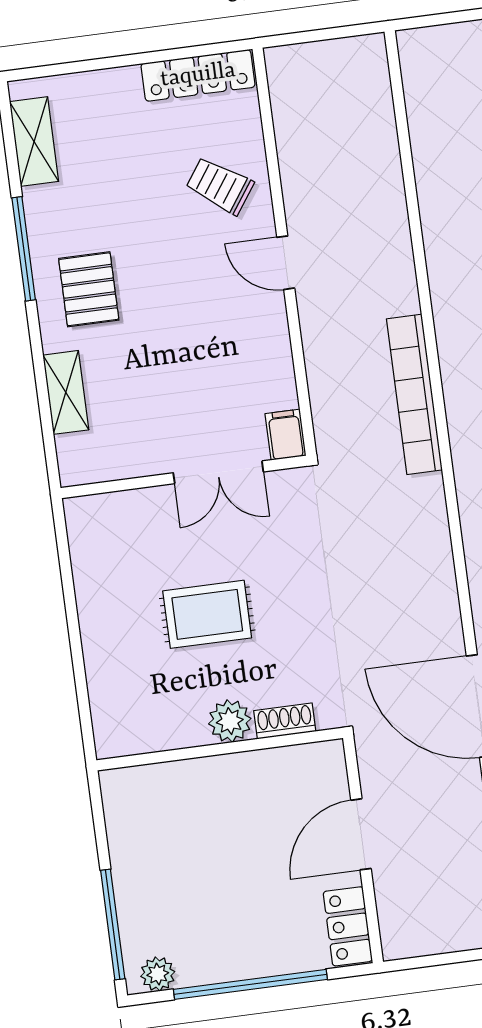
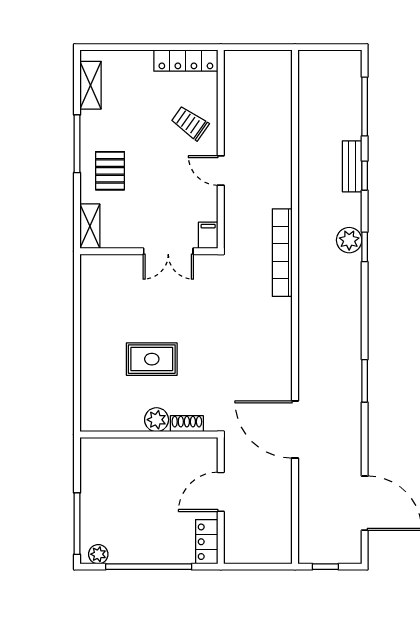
filing cabinet: (286, 435) -> (208, 235), moved
double door: (218, 472) -> (168, 251), moved
wall: (184, 477) -> (149, 251), moved

